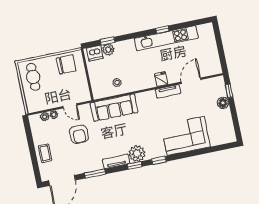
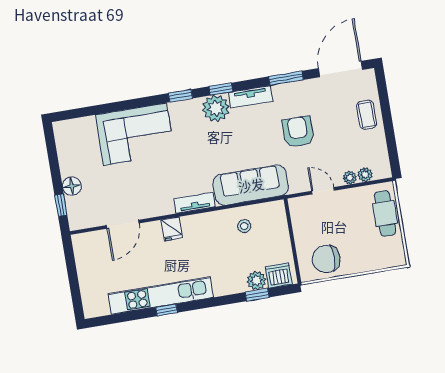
cafe table: (33, 77) -> (385, 213), moved
tv unit: (168, 91) -> (194, 203), moved
armchair: (79, 134) -> (298, 132), moved

